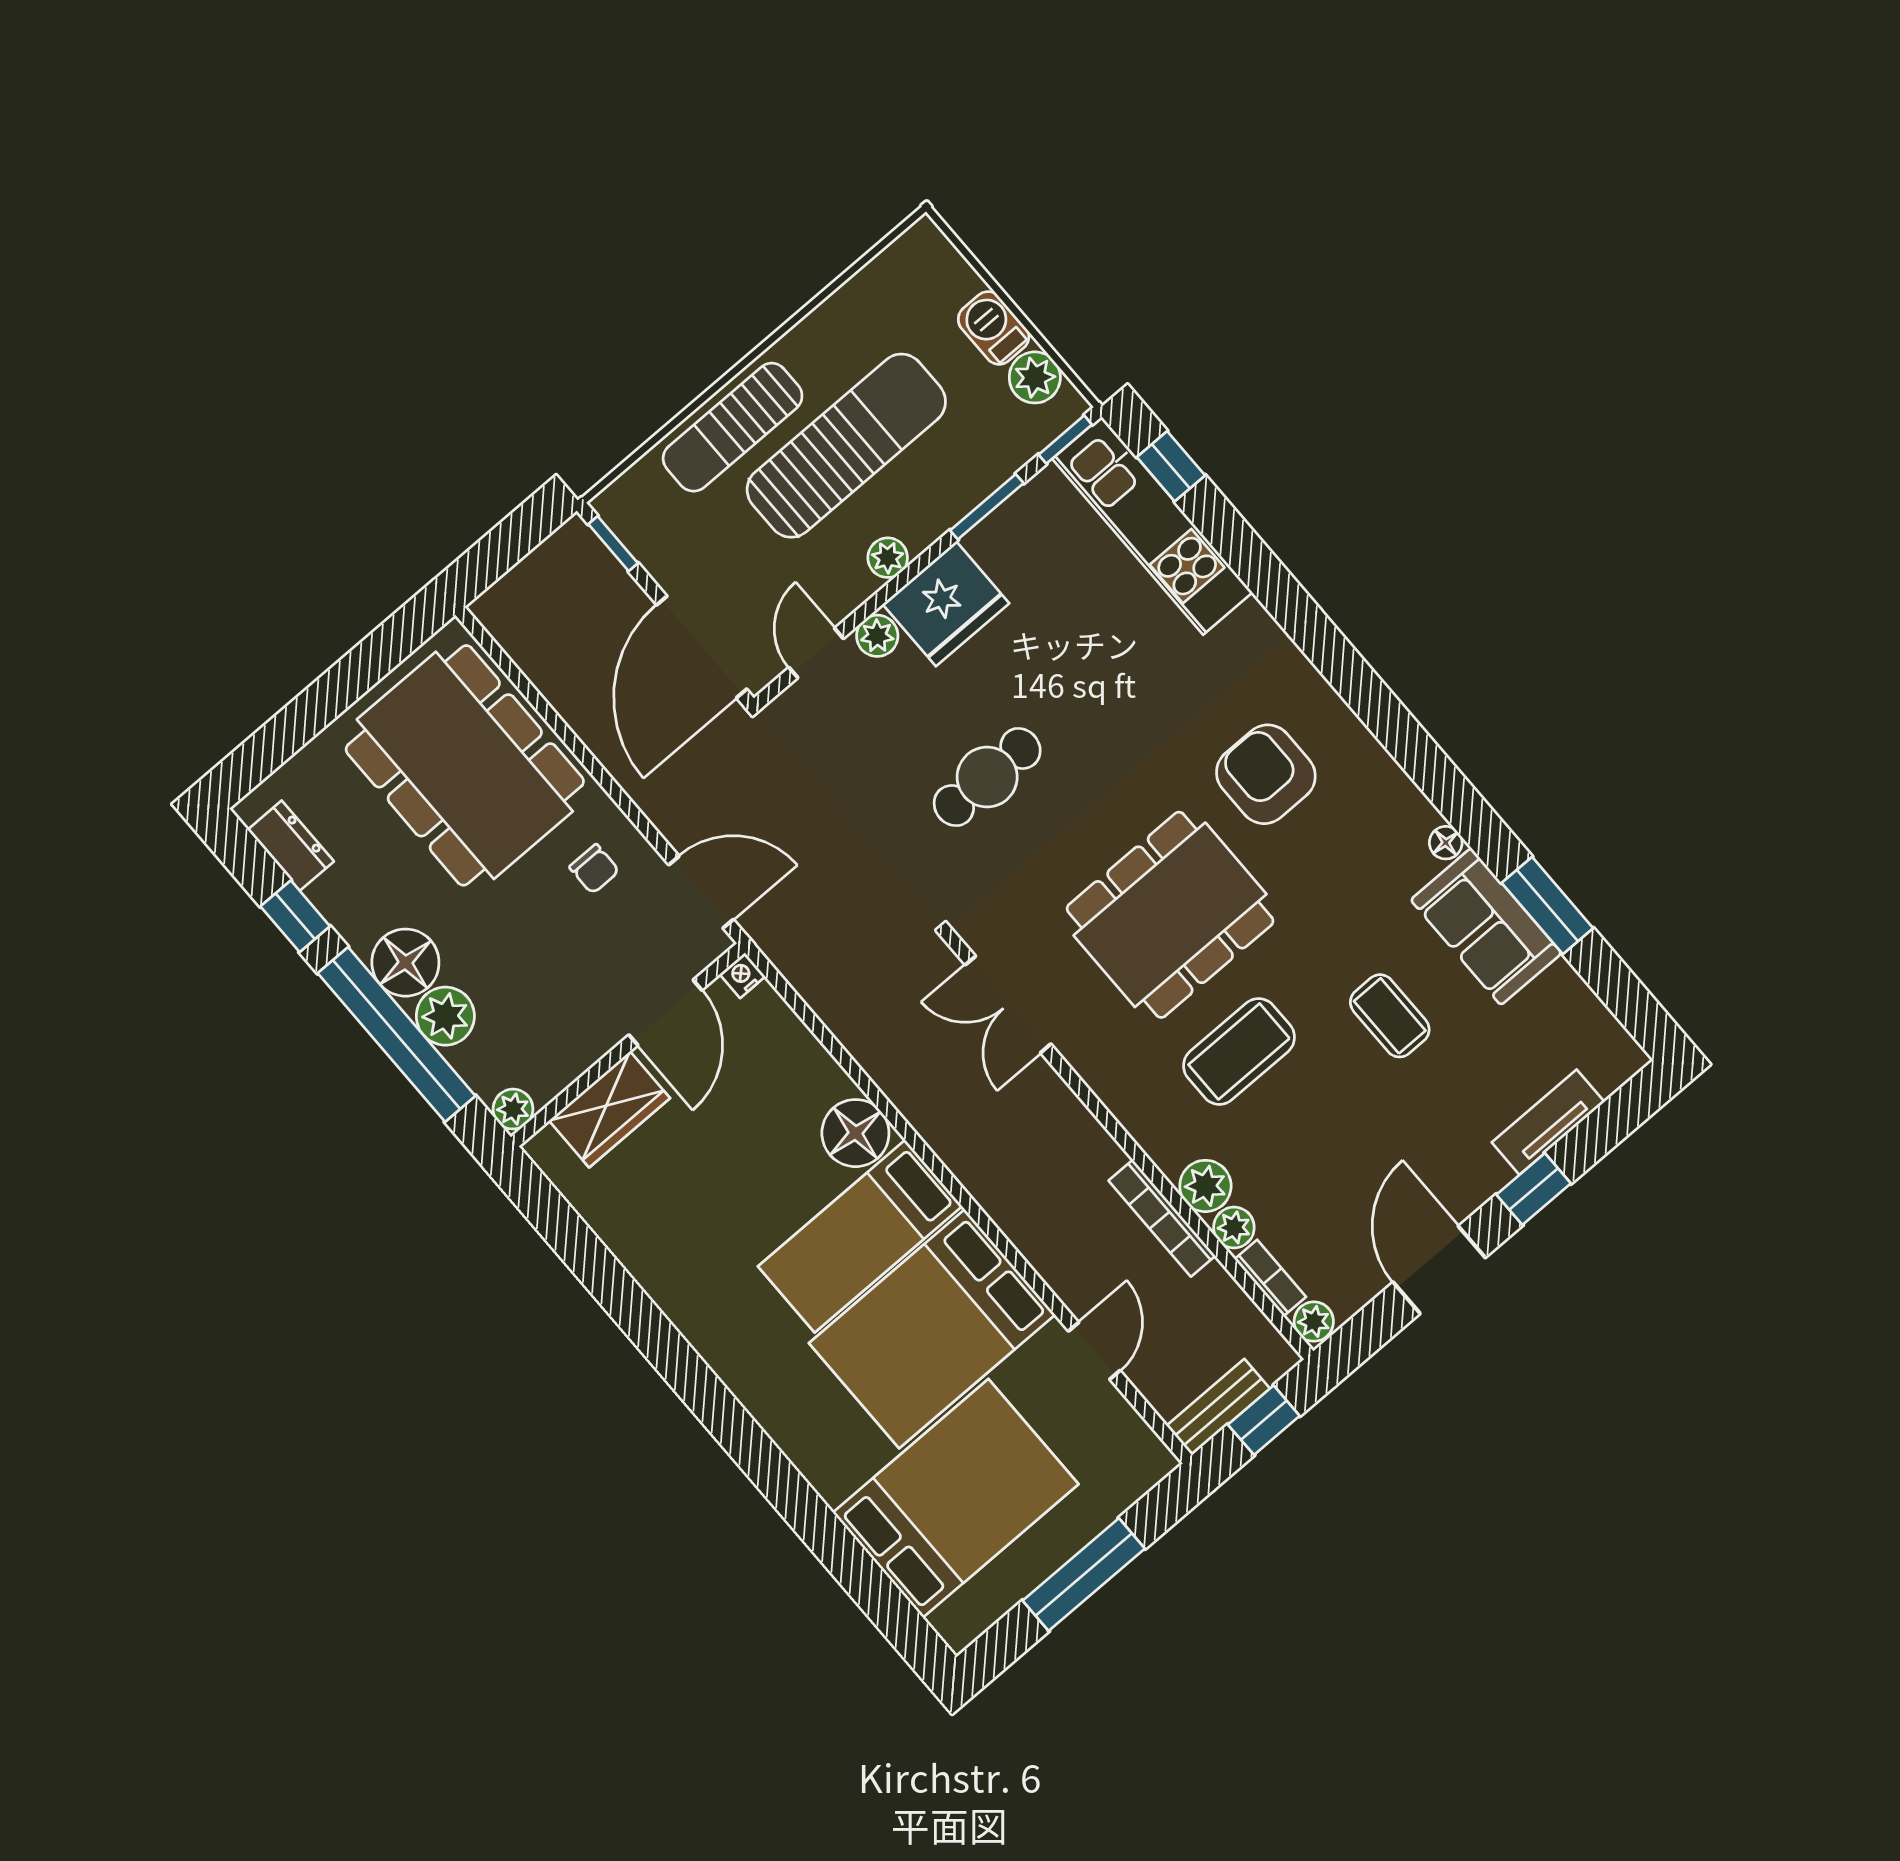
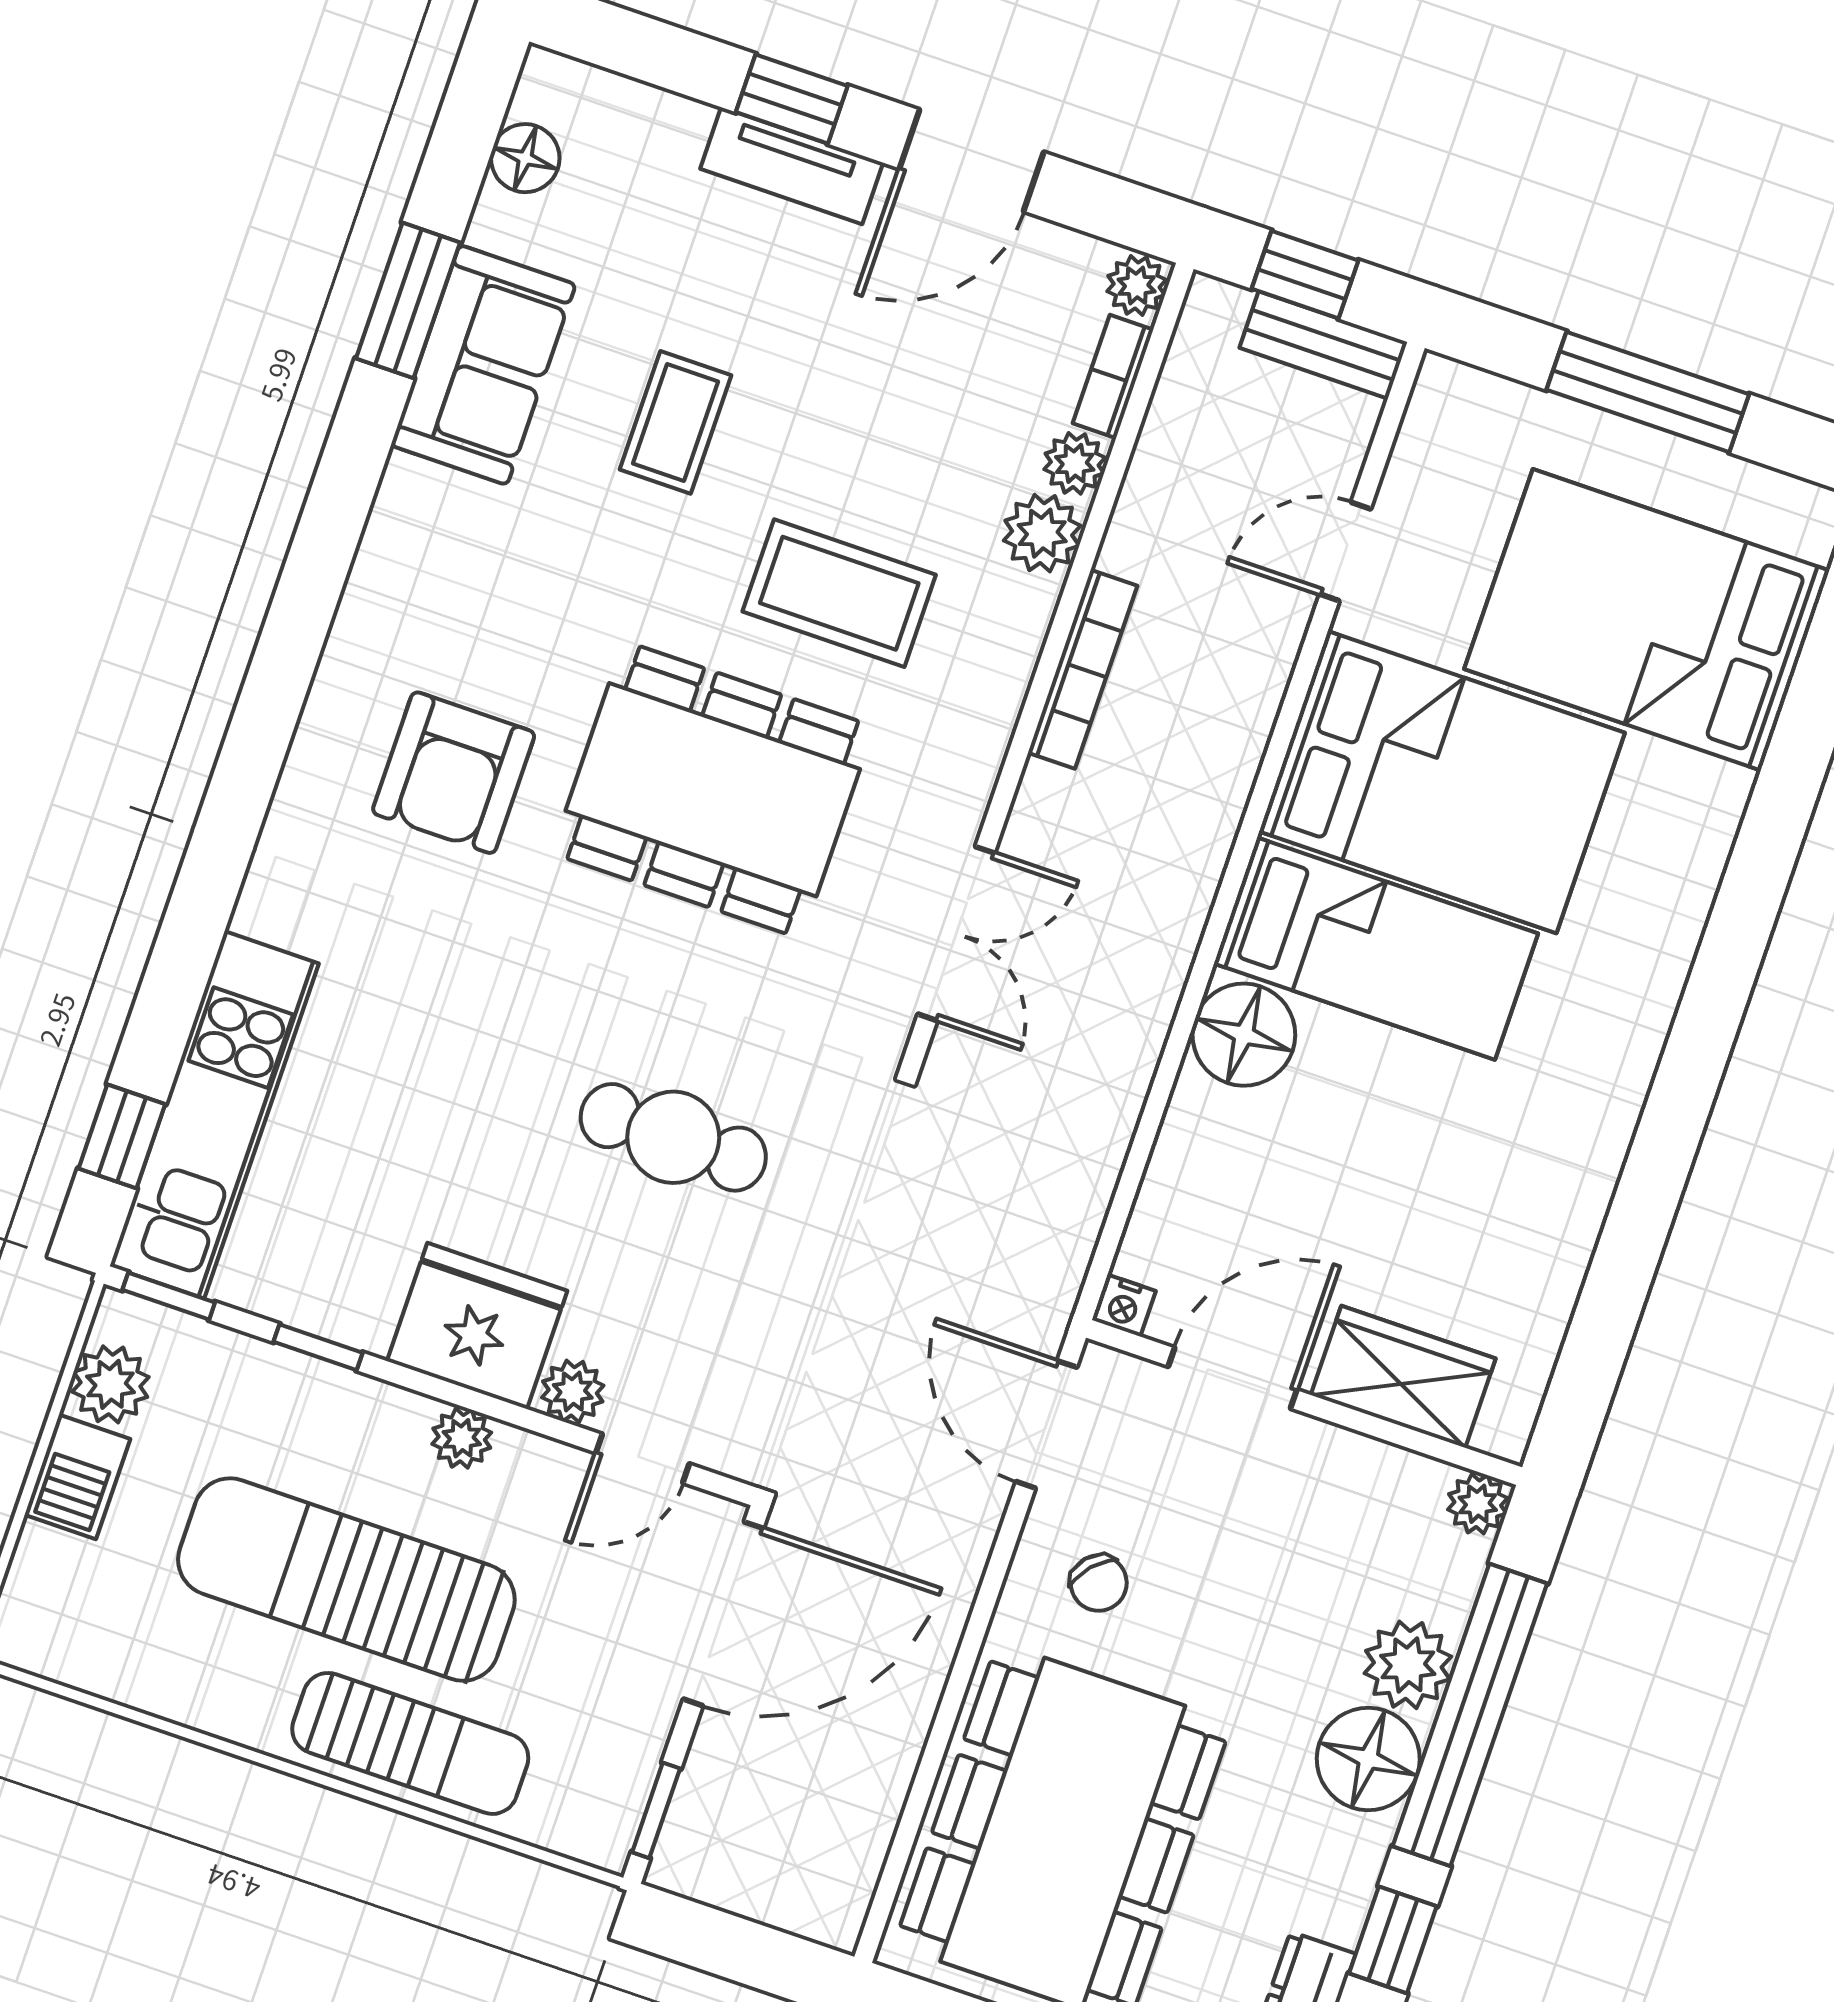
window: (987, 507) -> (318, 1347), width x0.67
floor lamp: (1446, 843) -> (525, 158), moved, width x1.37, depth x1.37
chair: (594, 869) -> (1099, 1583), turned 132
tv unit: (1548, 1122) -> (792, 166), moved
bookcase: (1162, 1218) -> (1083, 669), moved

